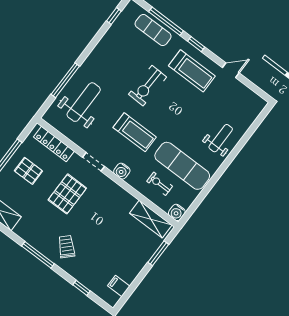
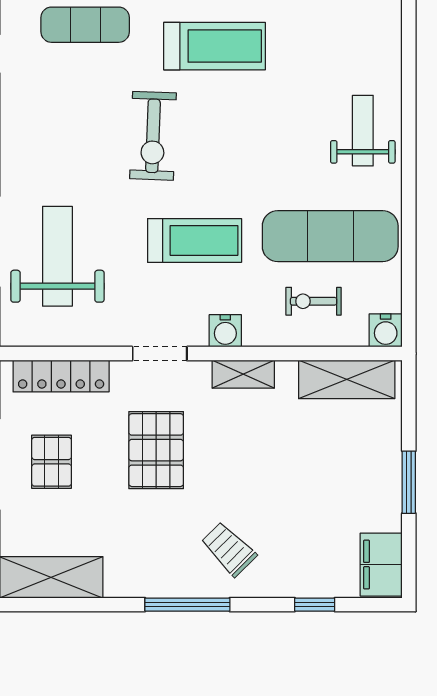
pallet: (28, 171) -> (52, 462), turned 90
shelving: (117, 191) -> (243, 374), added
window: (158, 253) -> (409, 482), moved
filing cabinet: (119, 286) -> (381, 565), width x2.00

